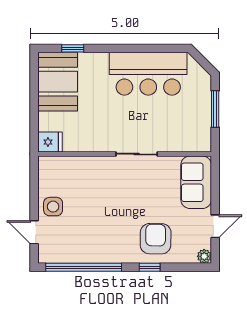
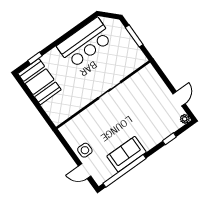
fridge: (50, 142) -> (59, 117), removed
sofa: (196, 182) -> (126, 154), moved, turned 90
armchair: (156, 239) -> (152, 128), removed
window: (150, 267) -> (169, 139), moved

